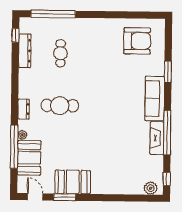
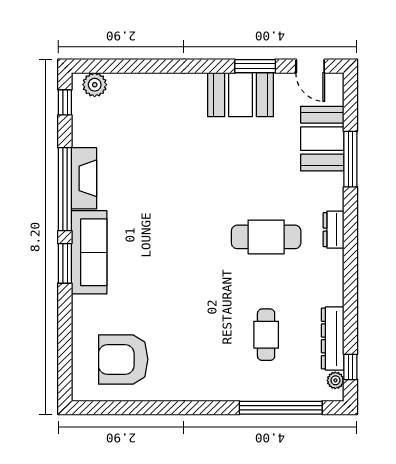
window: (168, 72) -> (65, 263), moved
plant: (22, 135) -> (335, 380), moved
window: (14, 147) -> (350, 159), width x0.68

